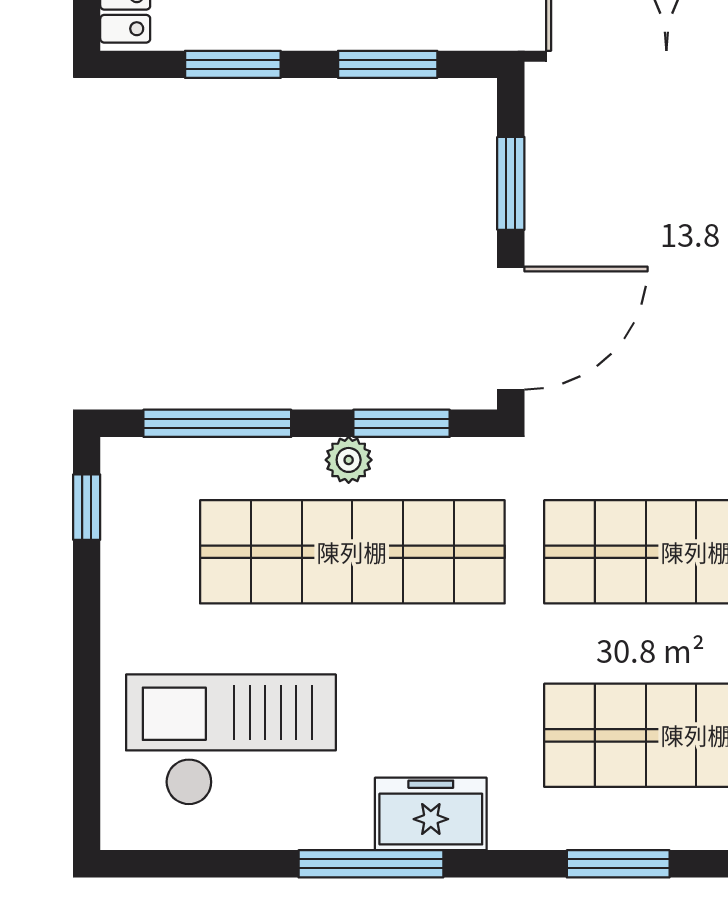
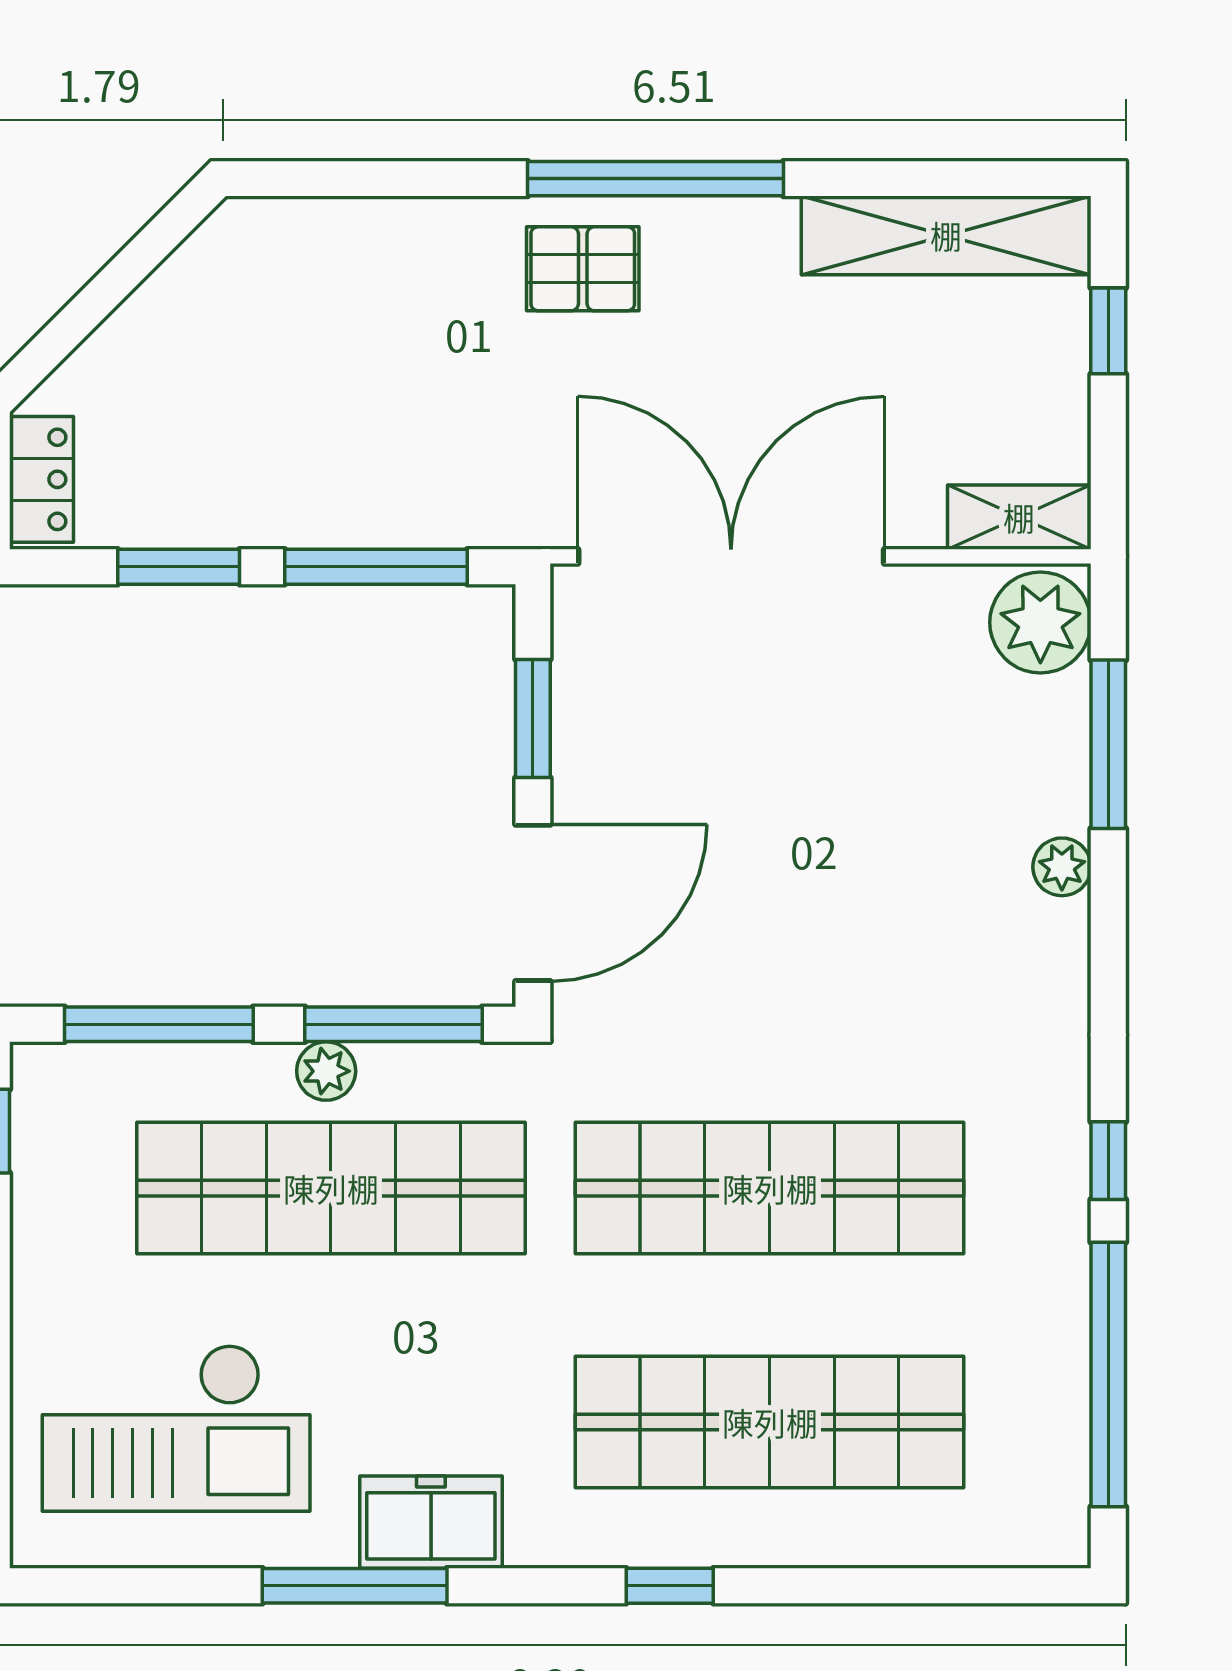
window: (388, 64) -> (376, 567), width x1.44
window: (402, 423) -> (394, 1024), width x1.44
checkout: (231, 740) -> (176, 1428), turned 180
window: (618, 864) -> (670, 1586), width x0.67

